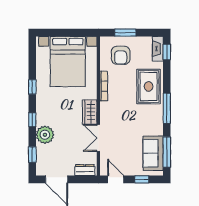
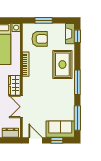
armchair: (121, 55) -> (40, 39), turned -90
sofa: (153, 153) -> (60, 129), moved, turned 90

